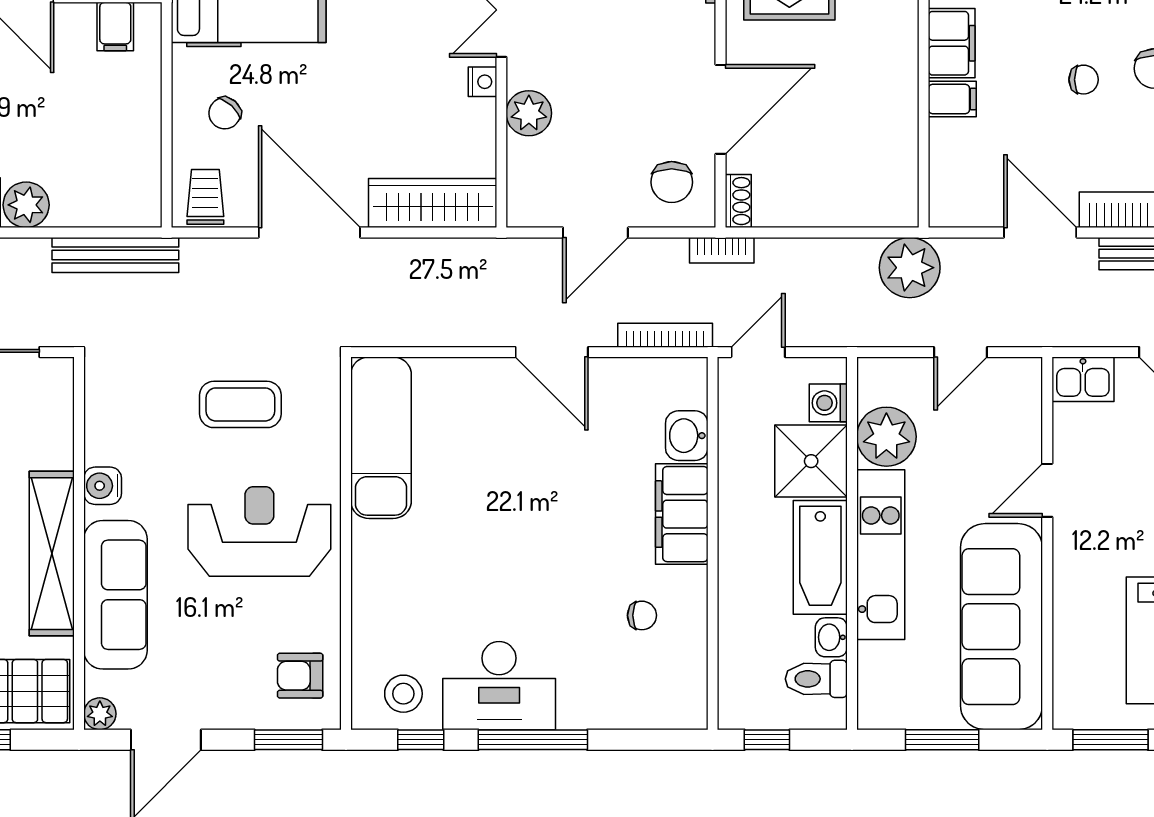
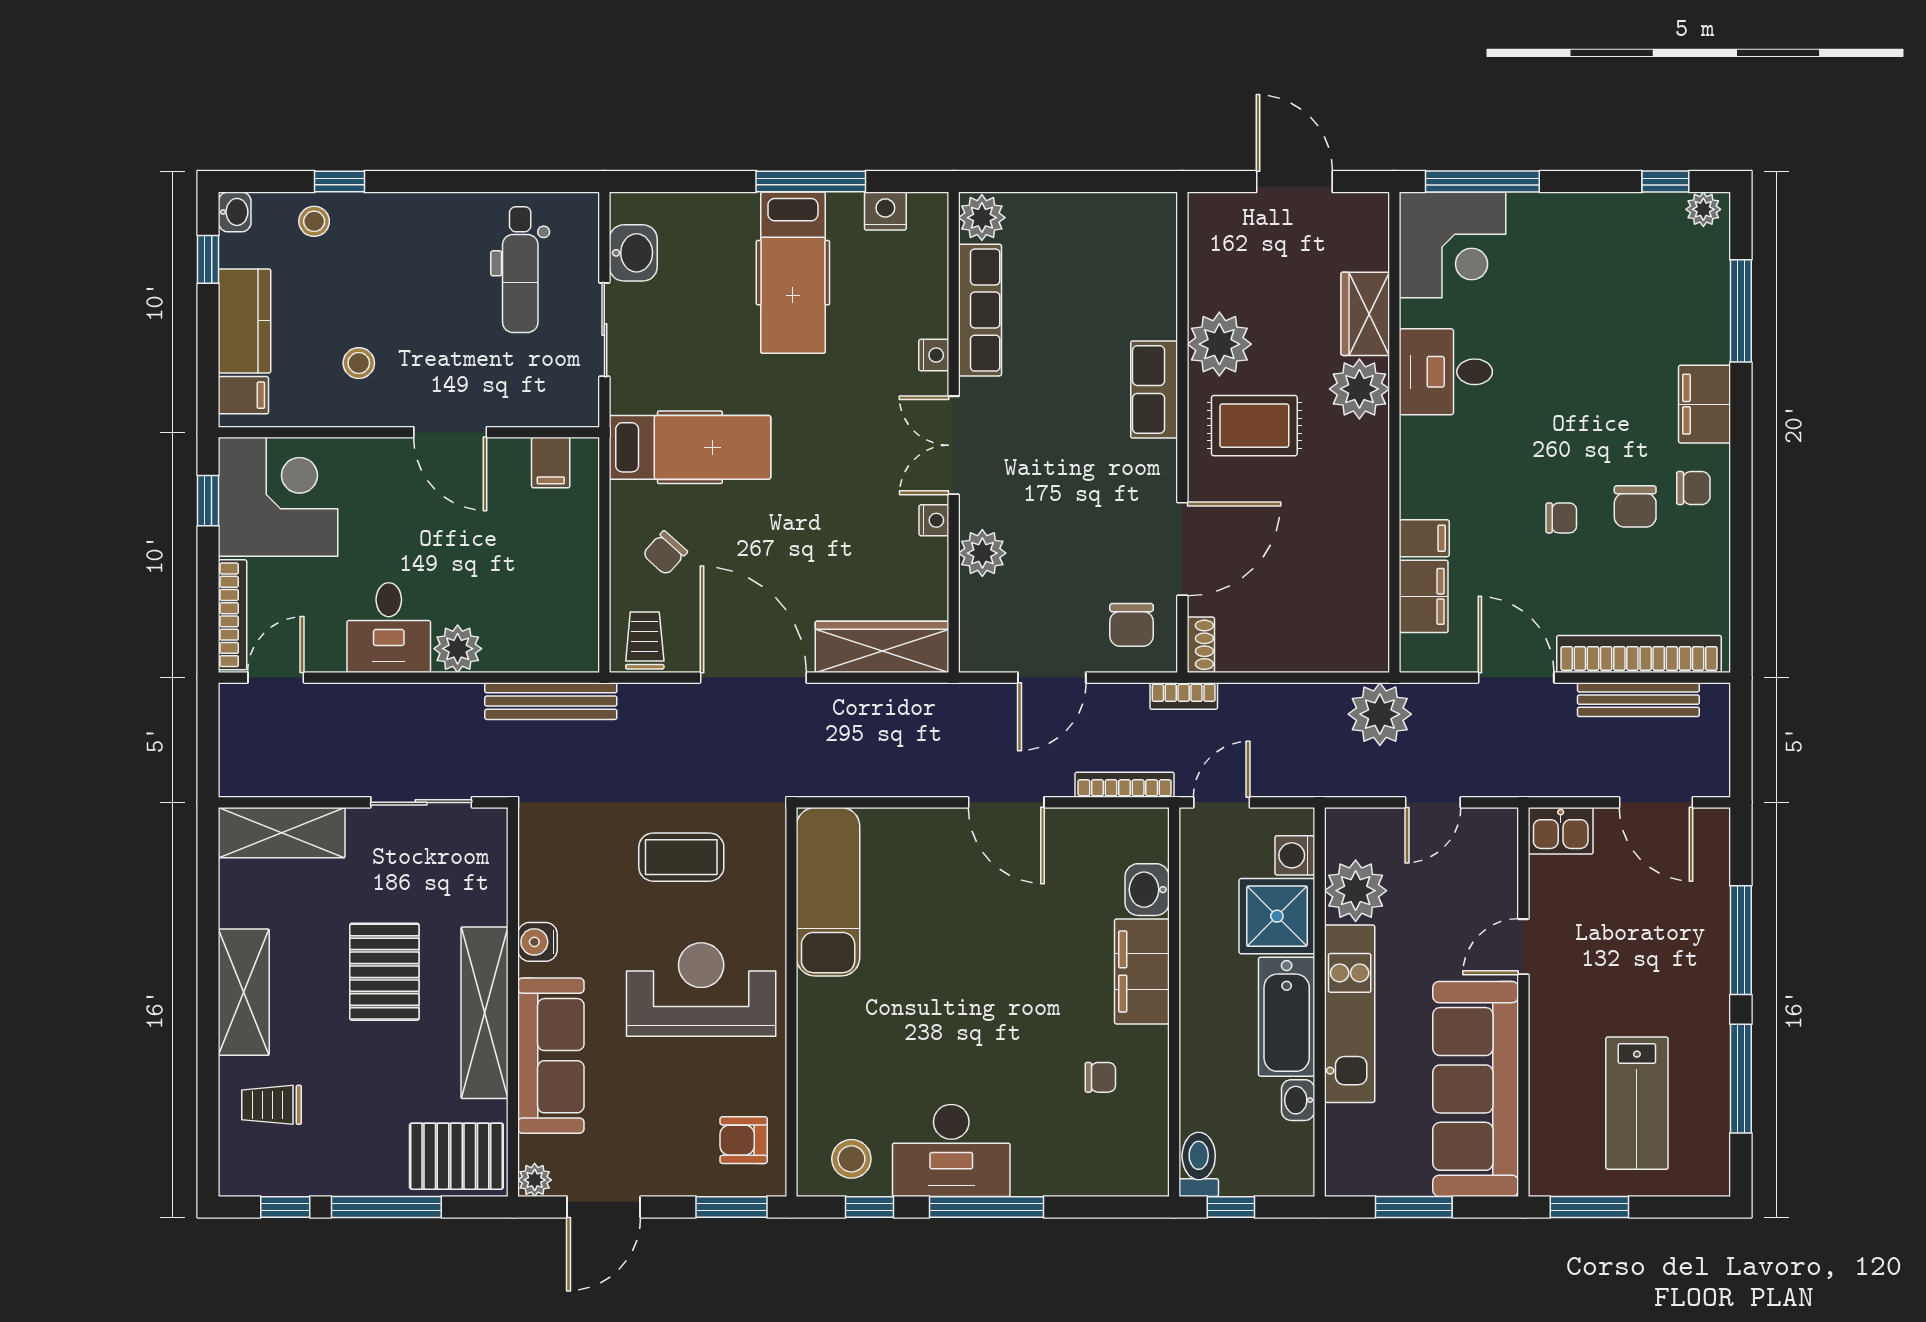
filing cabinet: (952, 43) -> (1424, 596), moved
toilet: (816, 679) -> (1199, 1164), moved, turned 90

